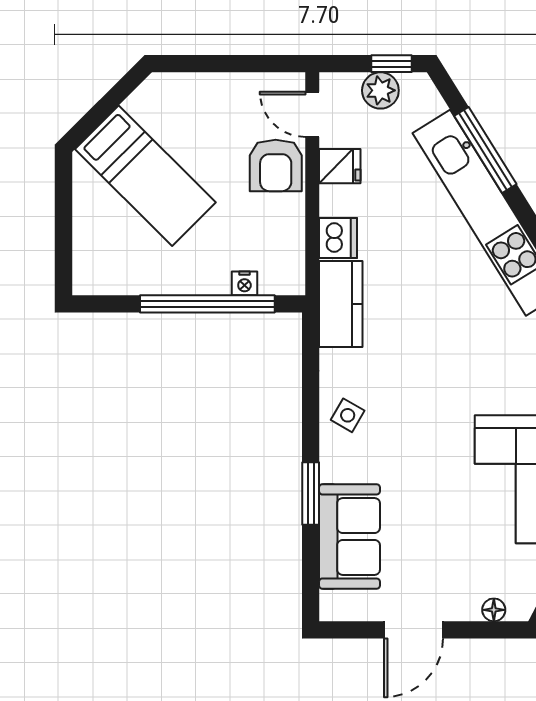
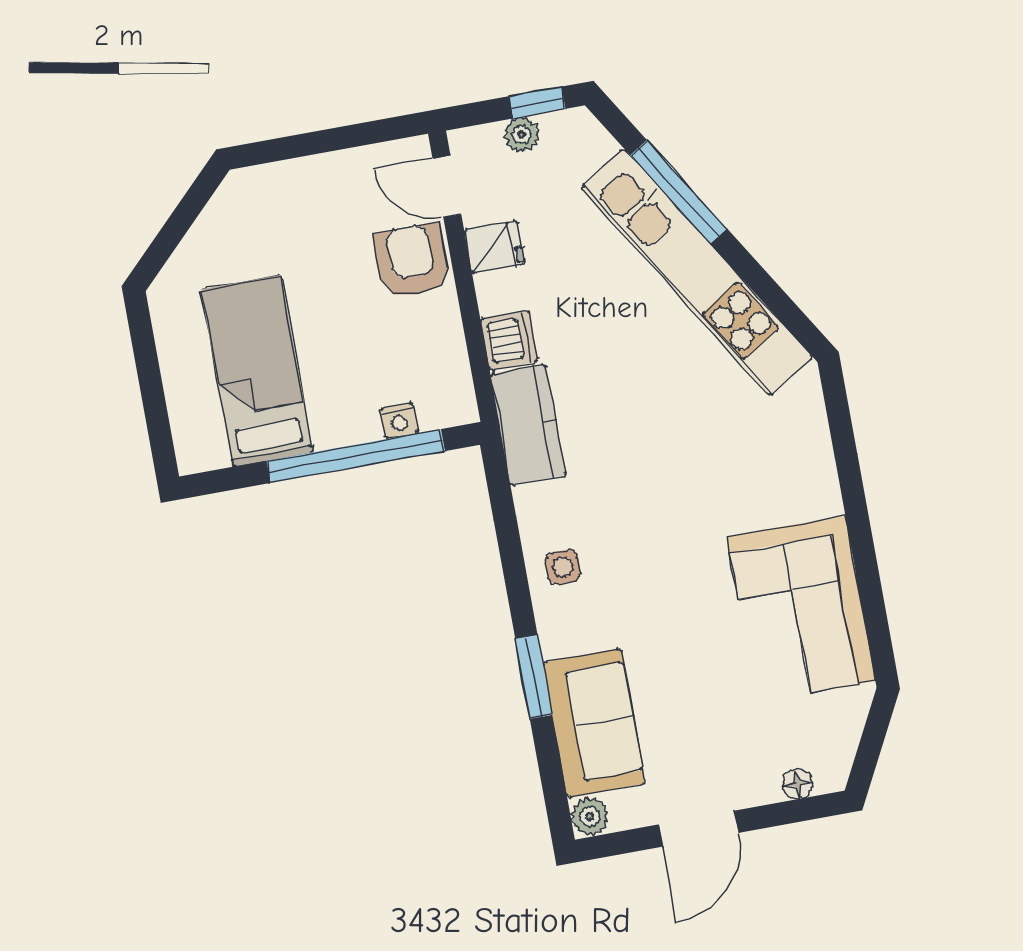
plant: (380, 90) -> (522, 134), width x0.73, depth x0.73
armchair: (276, 165) -> (412, 261), turned 180
bed: (145, 176) -> (257, 371), moved, turned -135
side table: (348, 415) -> (563, 567), turned -30
plant: (334, 606) -> (590, 817), added

